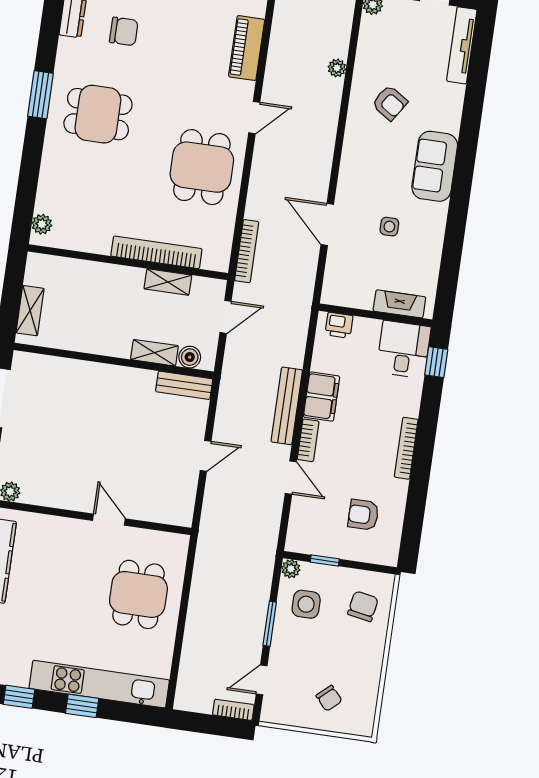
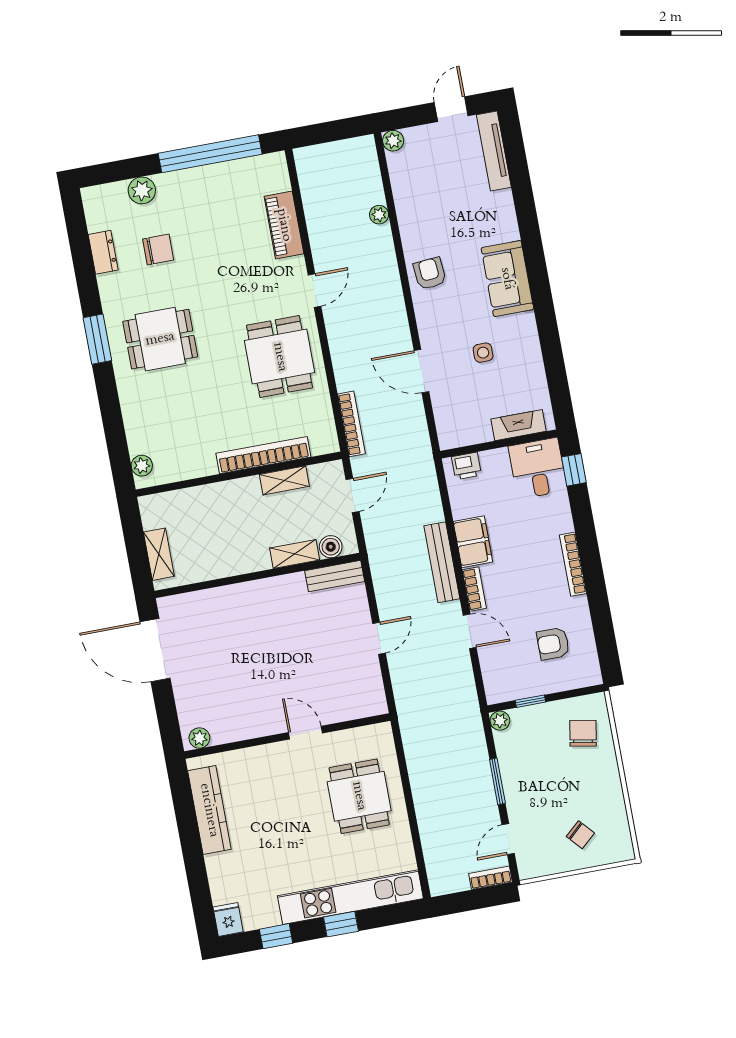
armchair: (390, 103) -> (430, 273), moved, turned -128
side table: (306, 604) -> (527, 750), removed

